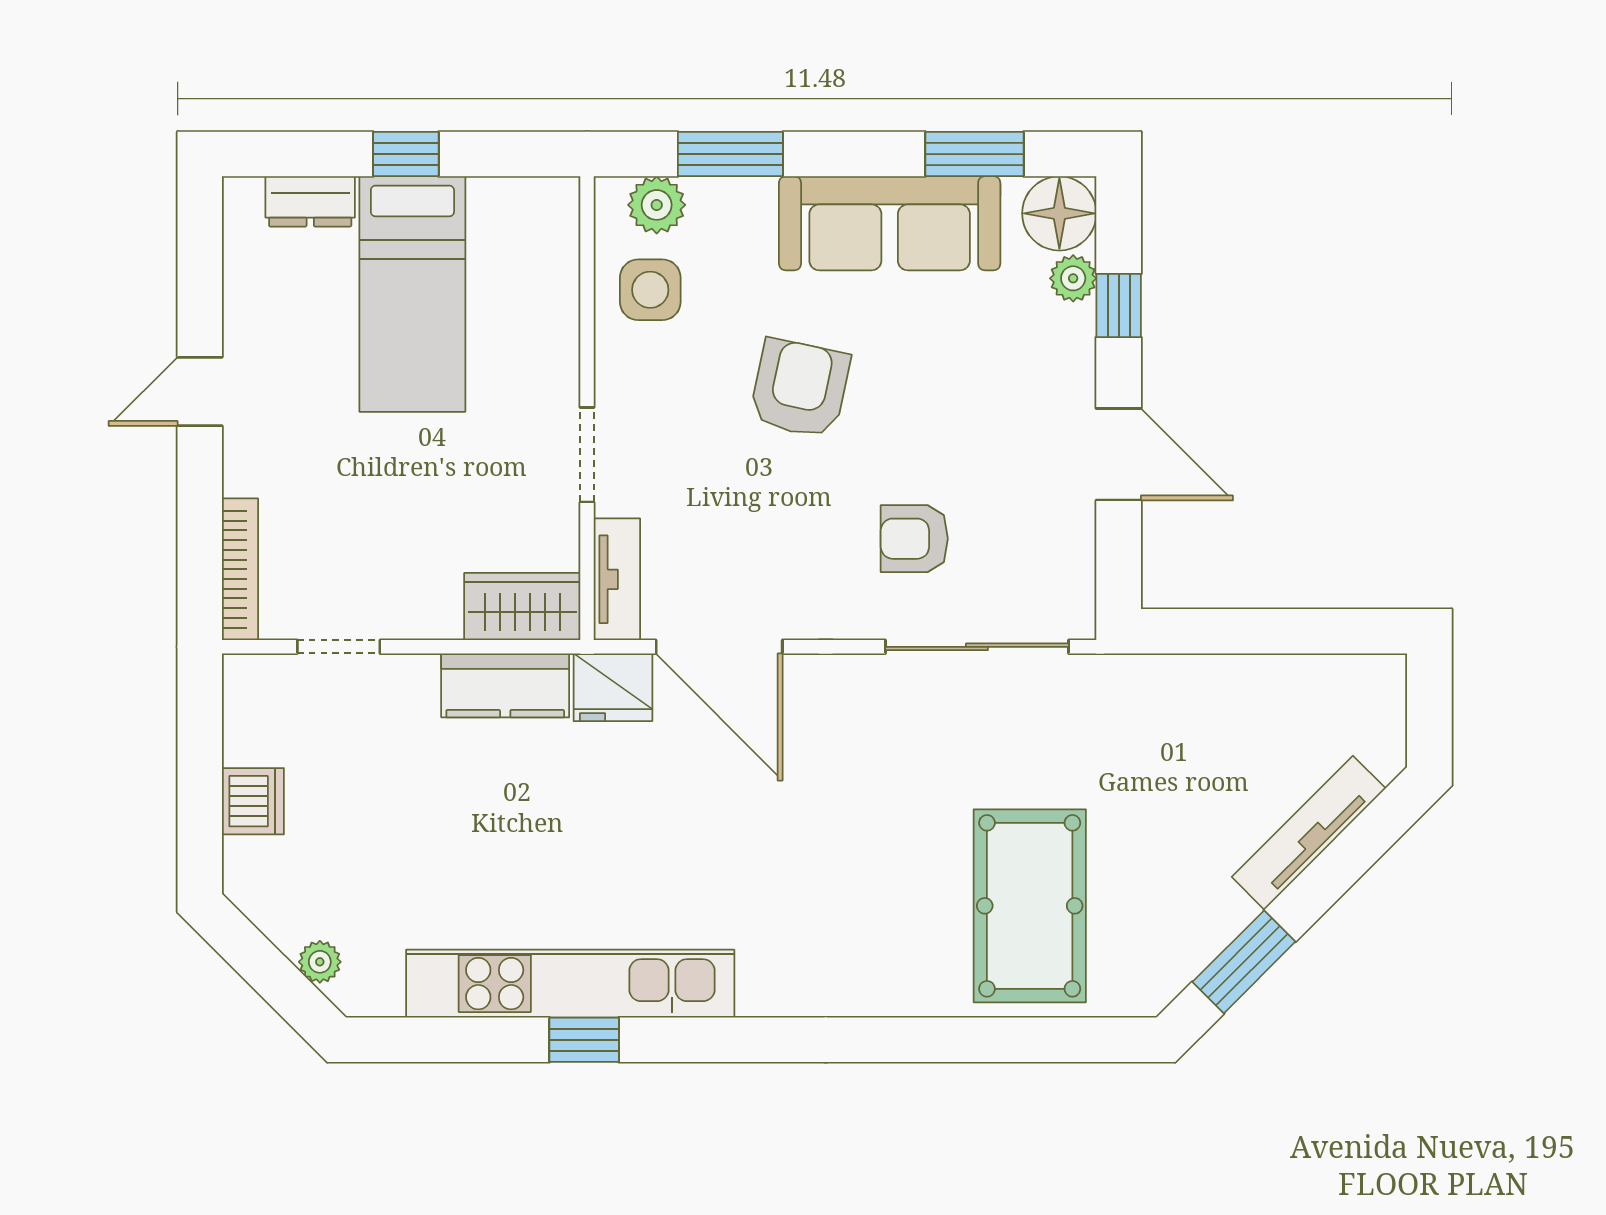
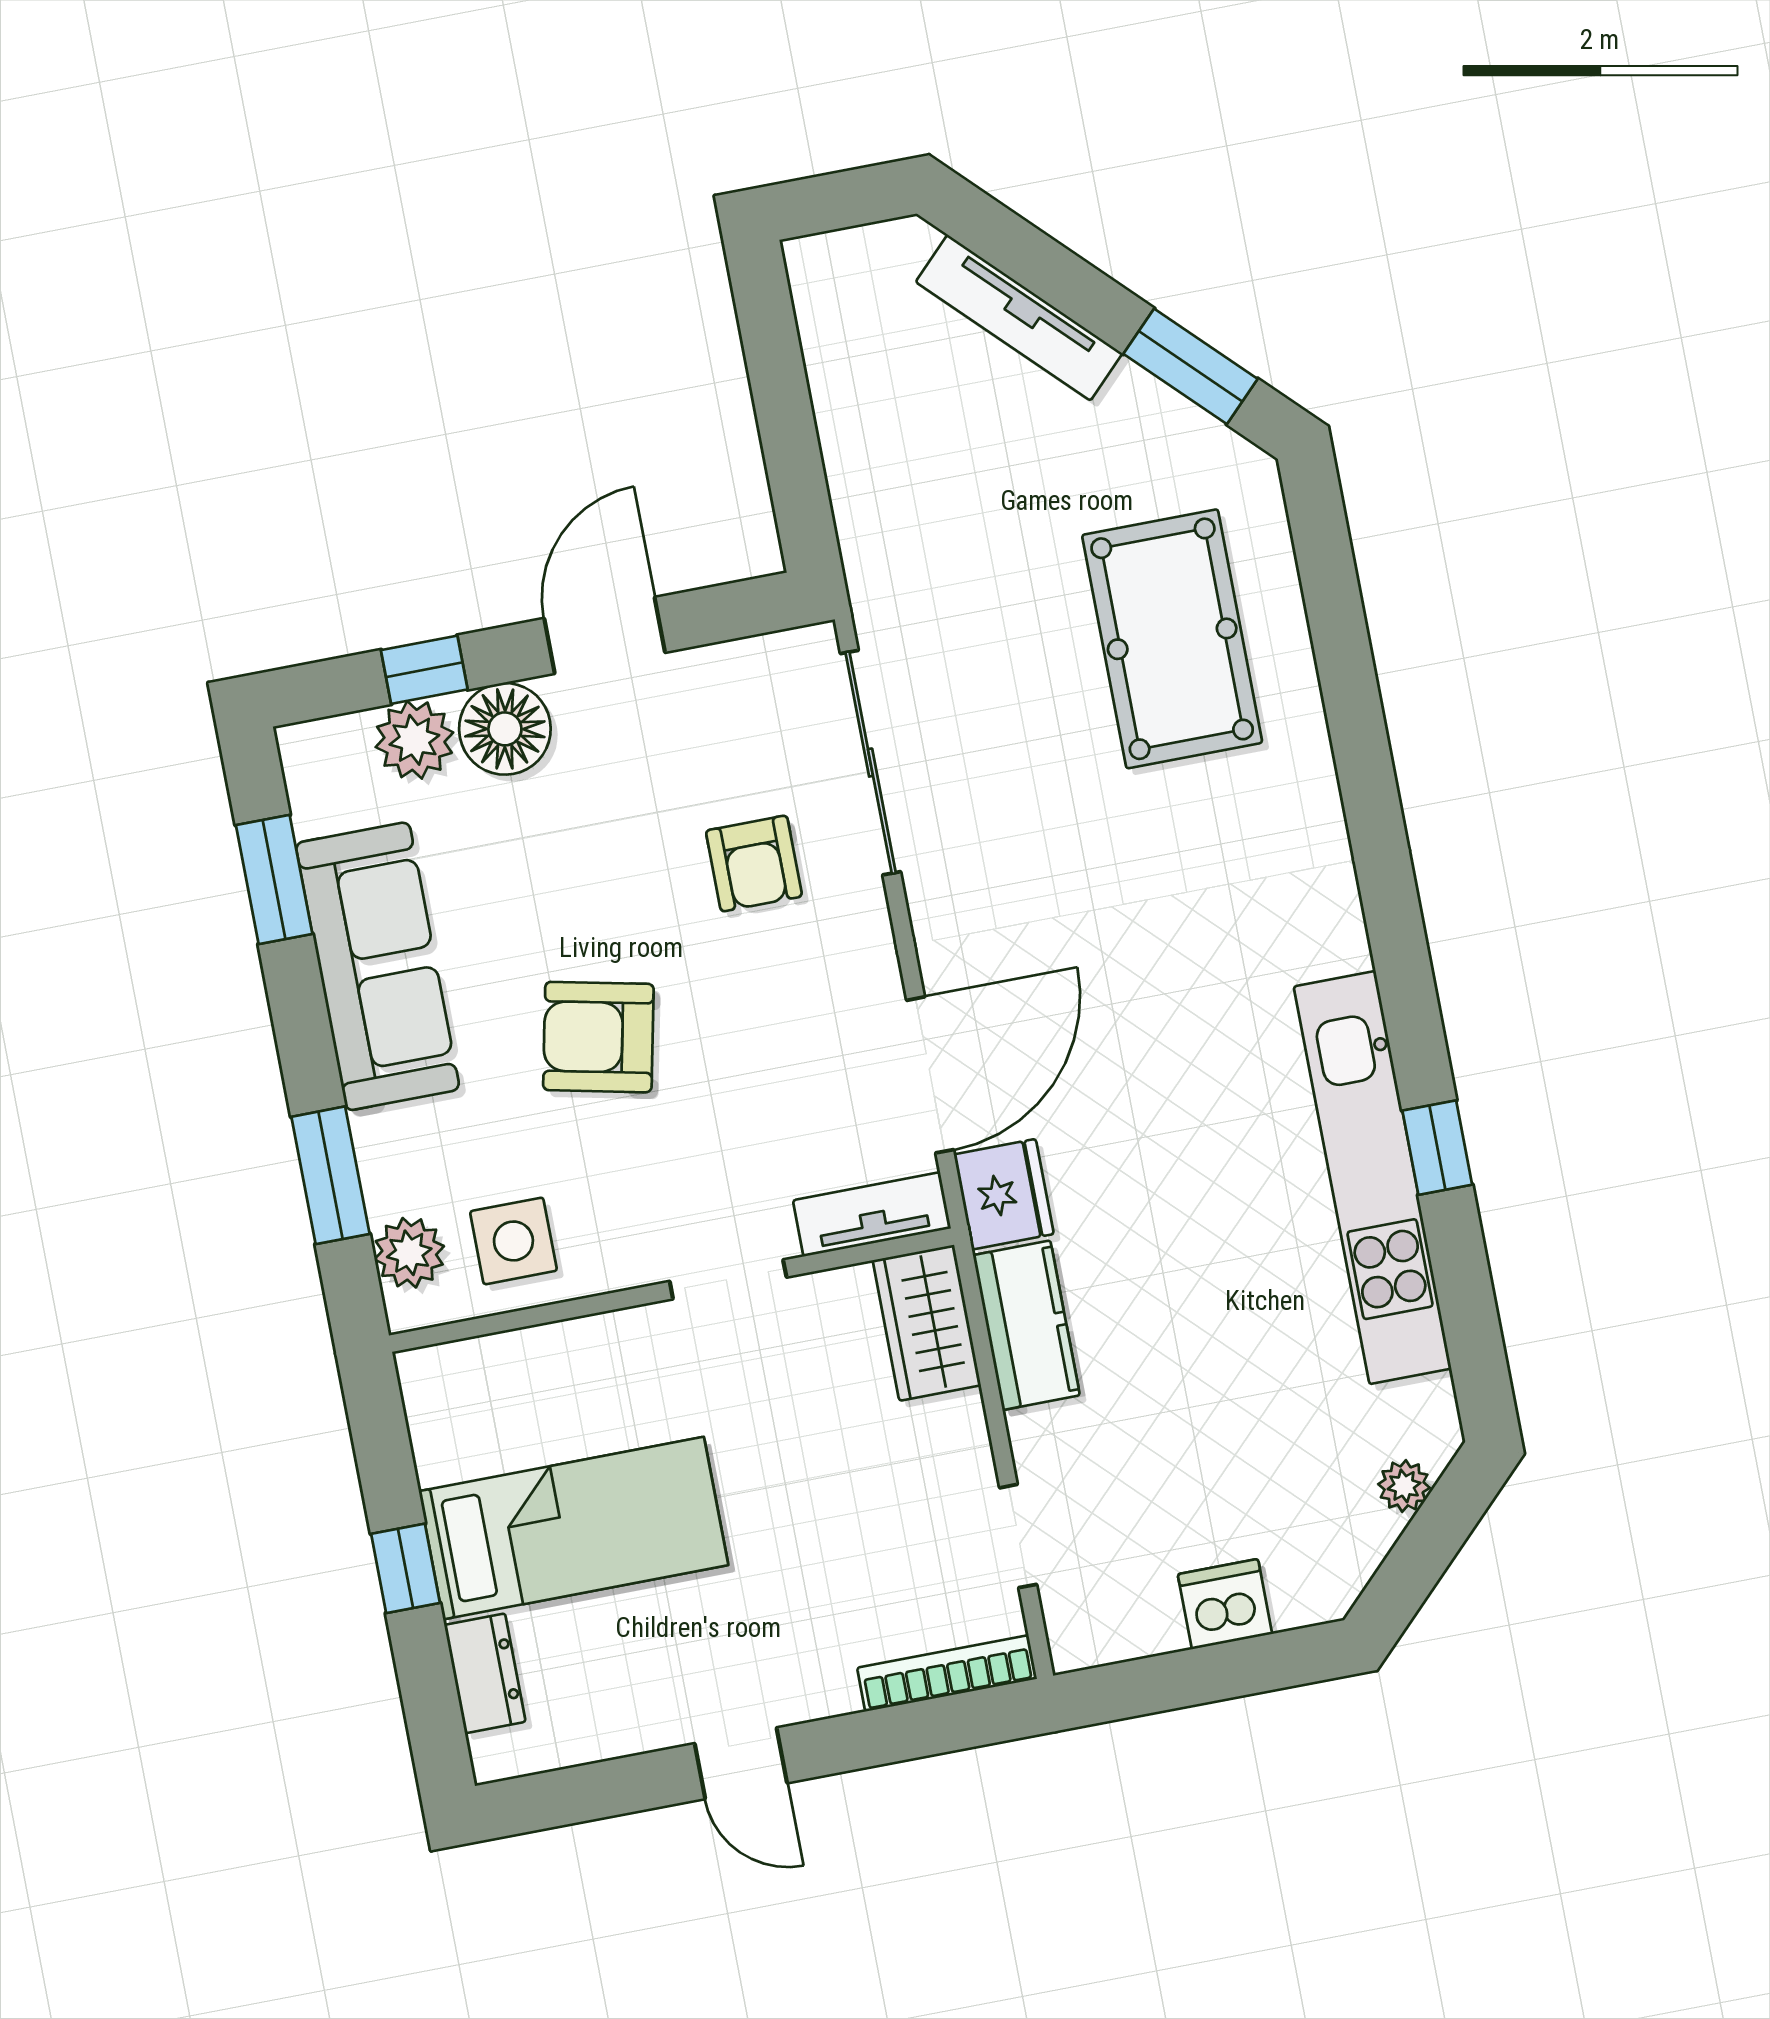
floor lamp: (1059, 213) -> (505, 729), moved
plant: (1073, 278) -> (414, 740), width x1.38, depth x1.38
pool table: (1030, 906) -> (1172, 639), turned 90

